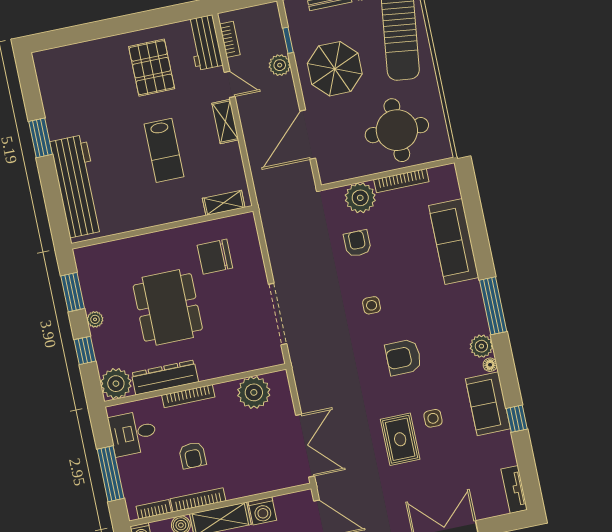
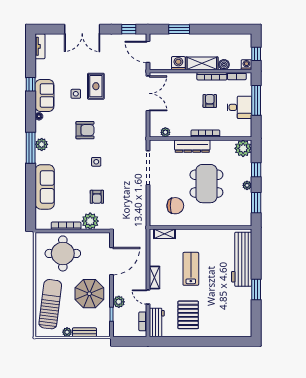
plant: (481, 346) -> (42, 144), moved
dresser: (165, 377) -> (192, 146), moved
plant: (254, 392) -> (165, 132), width x0.53, depth x0.53
desk: (133, 433) -> (239, 107), moved
double door: (305, 446) -> (148, 93), swing flipped

